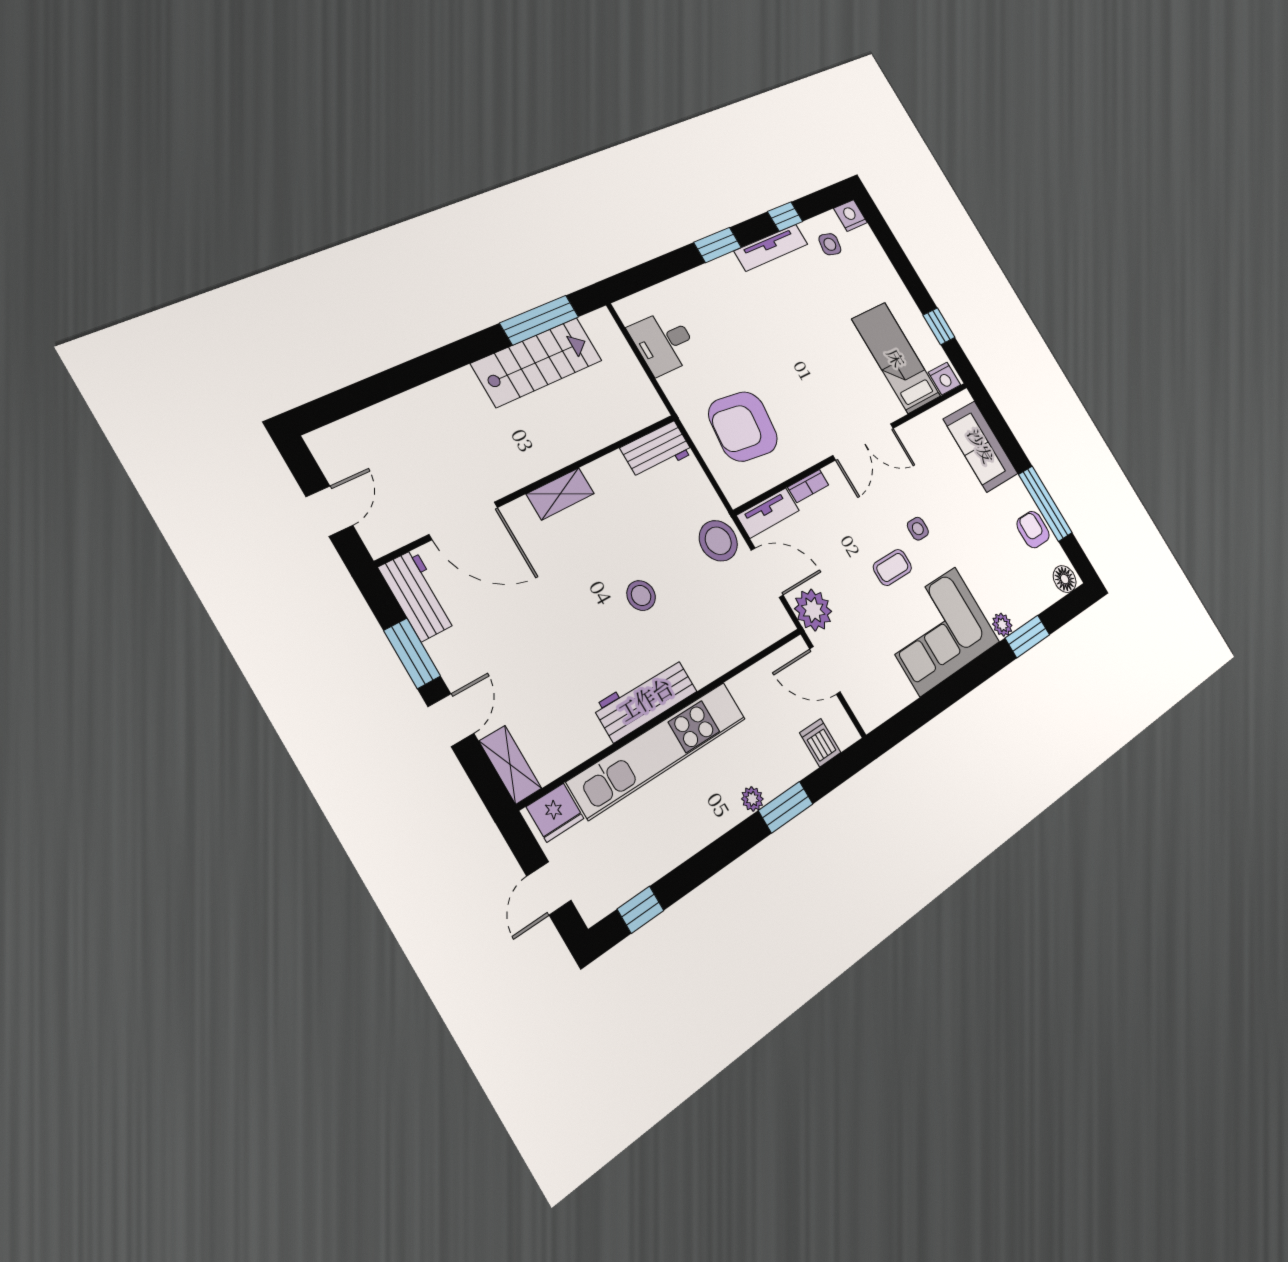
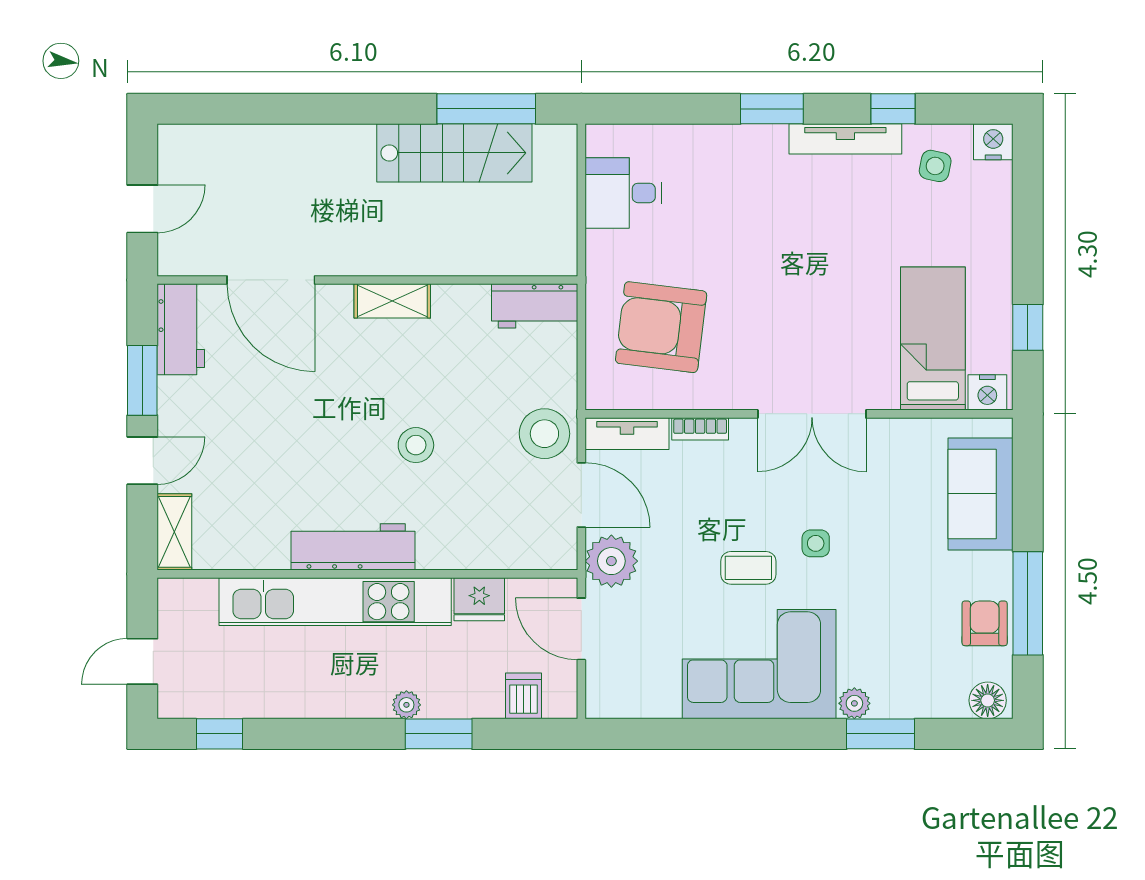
fridge: (555, 813) -> (479, 599), moved

